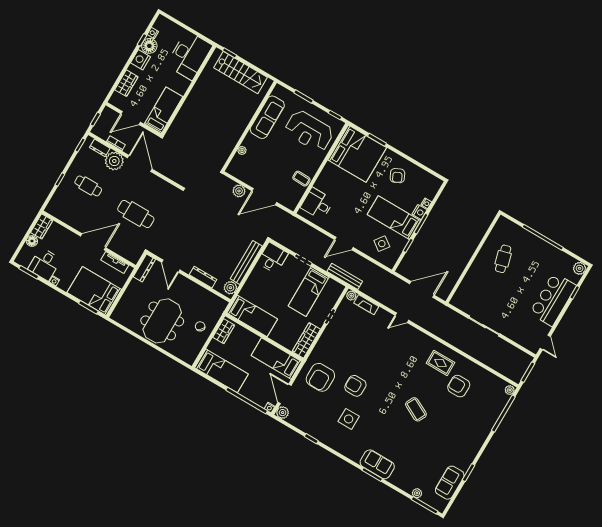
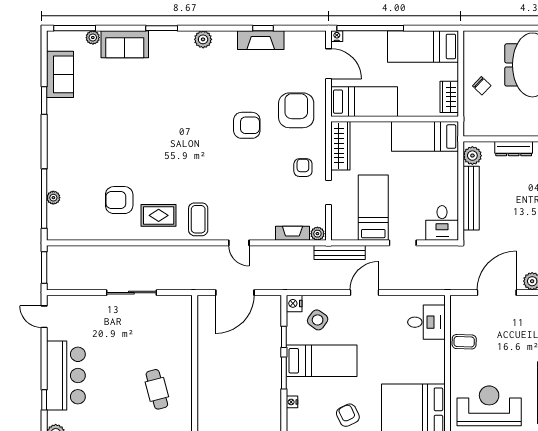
nightstand: (419, 212) -> (294, 303), moved
door: (402, 318) -> (239, 243), swing flipped
armchair: (337, 340) -> (303, 168), added
armchair: (459, 386) -> (119, 200), turned 180
plant: (510, 390) -> (53, 198), moved
coffee table: (416, 409) -> (198, 219), moved, turned 63
plant: (283, 413) -> (203, 39), moved
side table: (349, 419) -> (231, 79), removed
fireplace: (317, 432) -> (261, 40), added
sofa: (377, 464) -> (125, 44), moved

